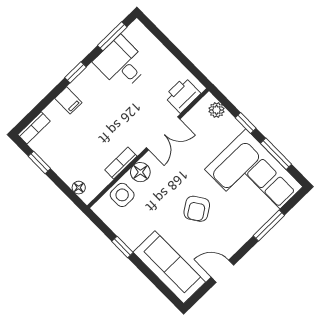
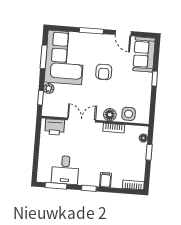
plant: (217, 110) -> (49, 88), moved
window: (246, 123) -> (40, 98), moved
window: (39, 162) -> (149, 152), moved
armchair: (197, 209) -> (104, 72), turned 124
window: (269, 225) -> (91, 31), moved
window: (122, 247) -> (155, 79), moved
sofa: (169, 267) -> (144, 54), width x0.73

